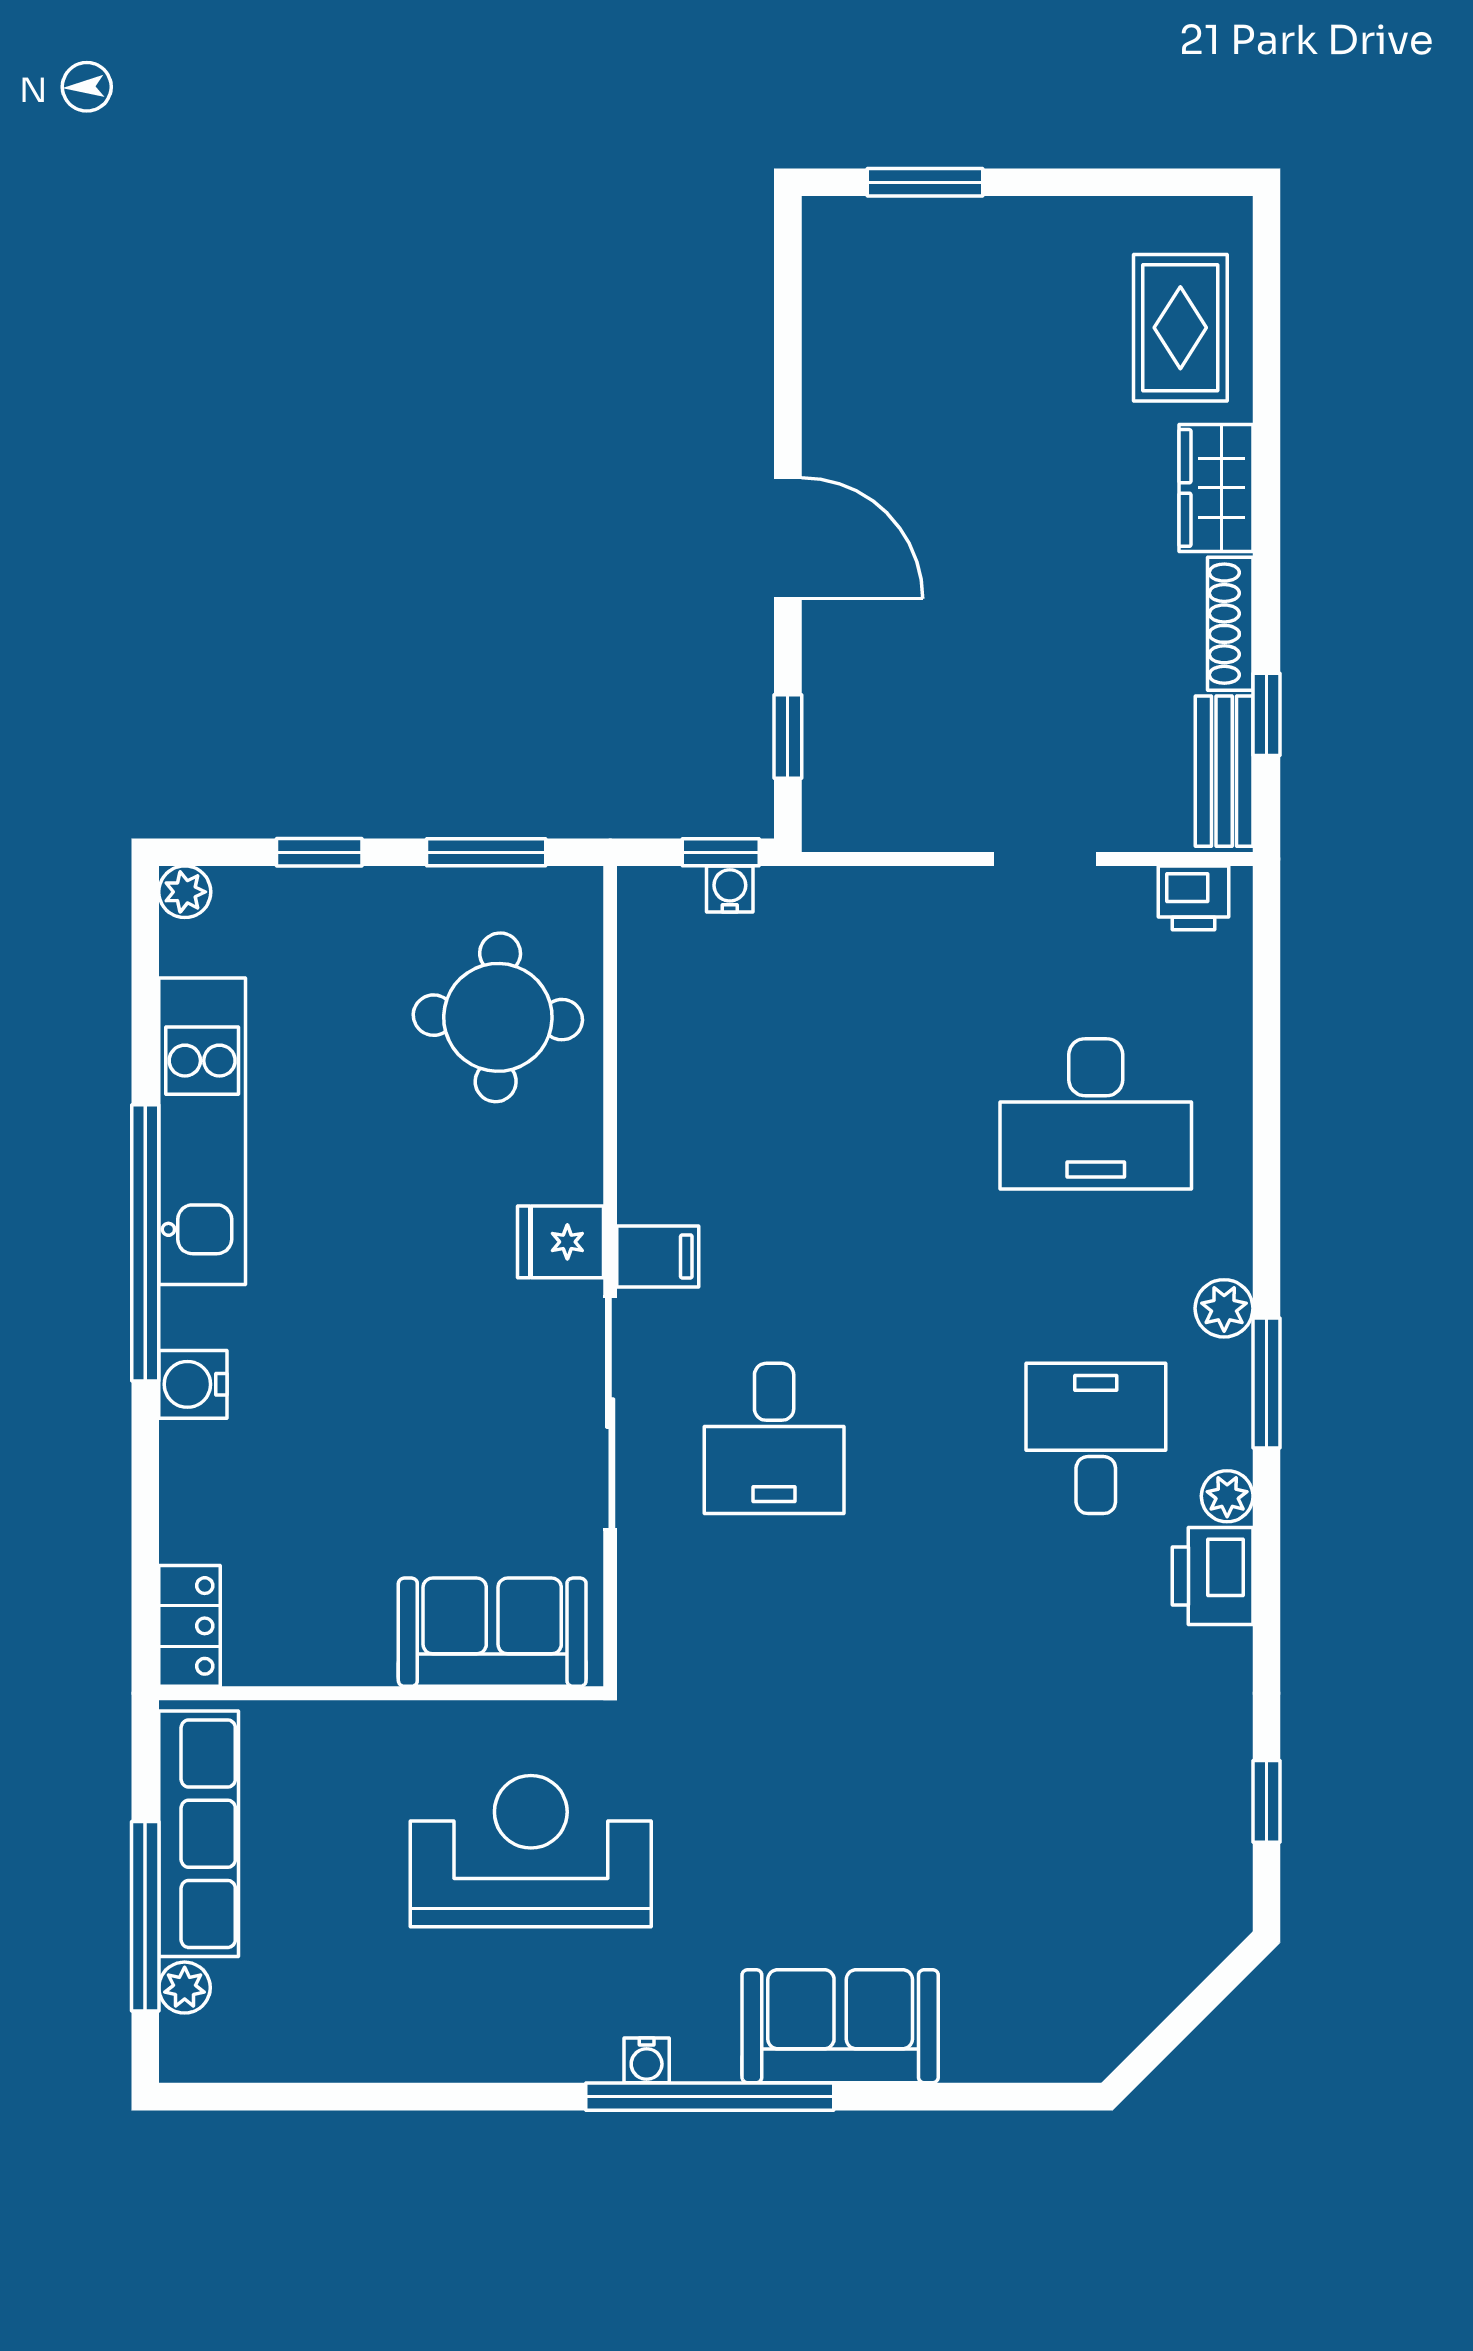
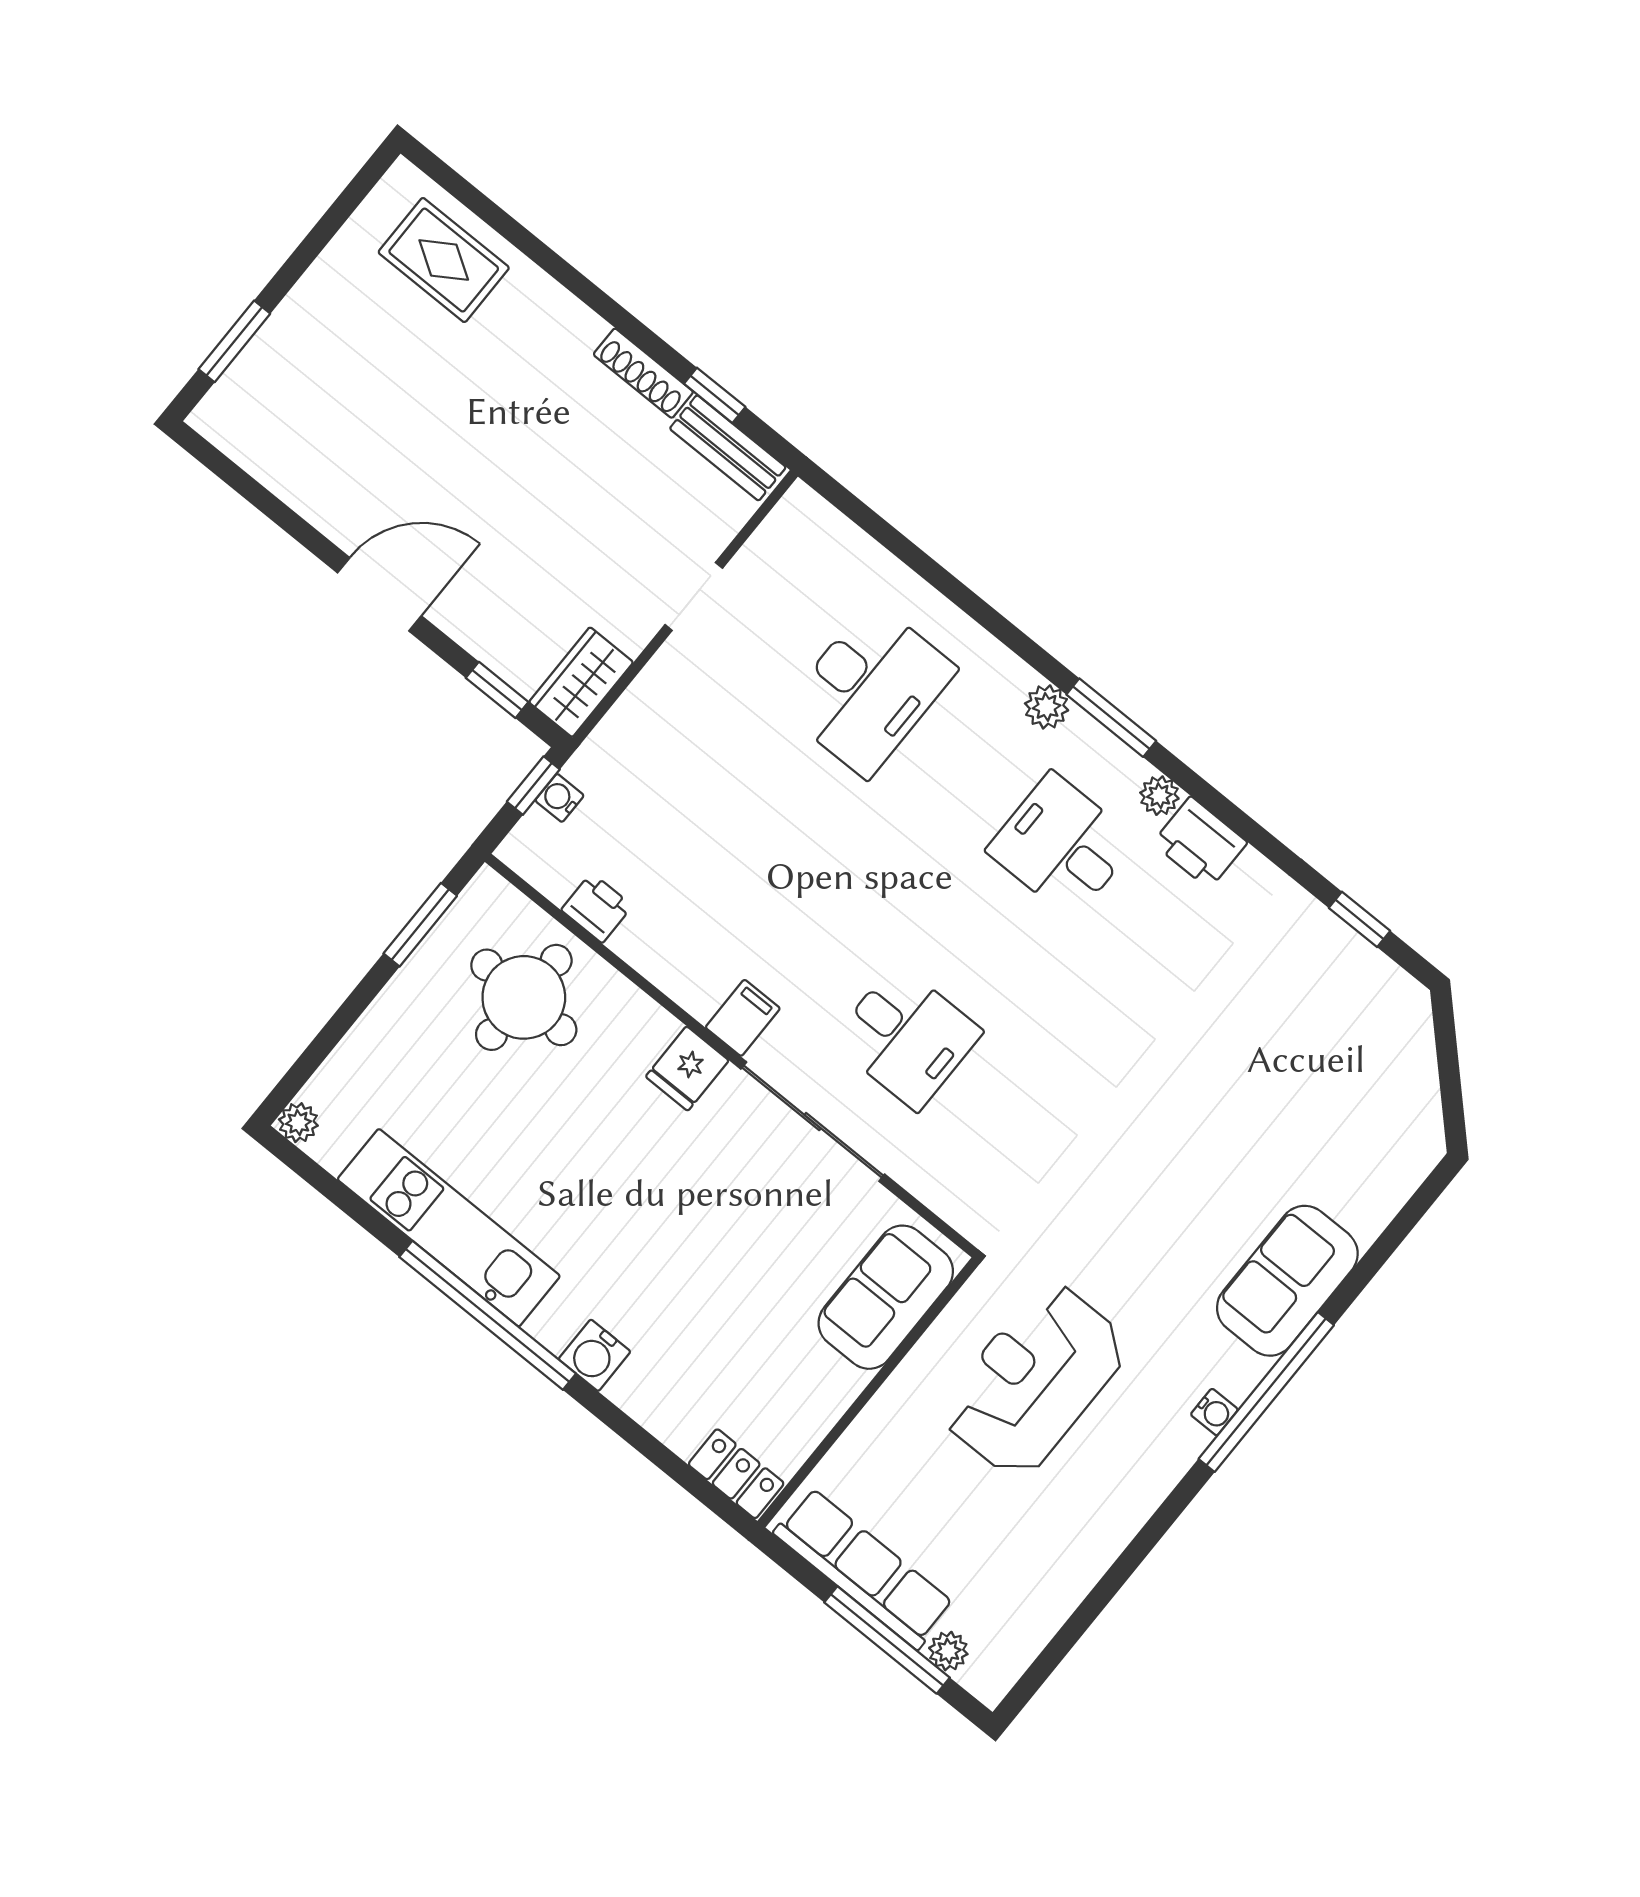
wardrobe: (1216, 488) -> (581, 682), moved, turned 90
window: (319, 852) -> (340, 1024), removed
printer: (1194, 898) -> (597, 908), moved, turned -90

